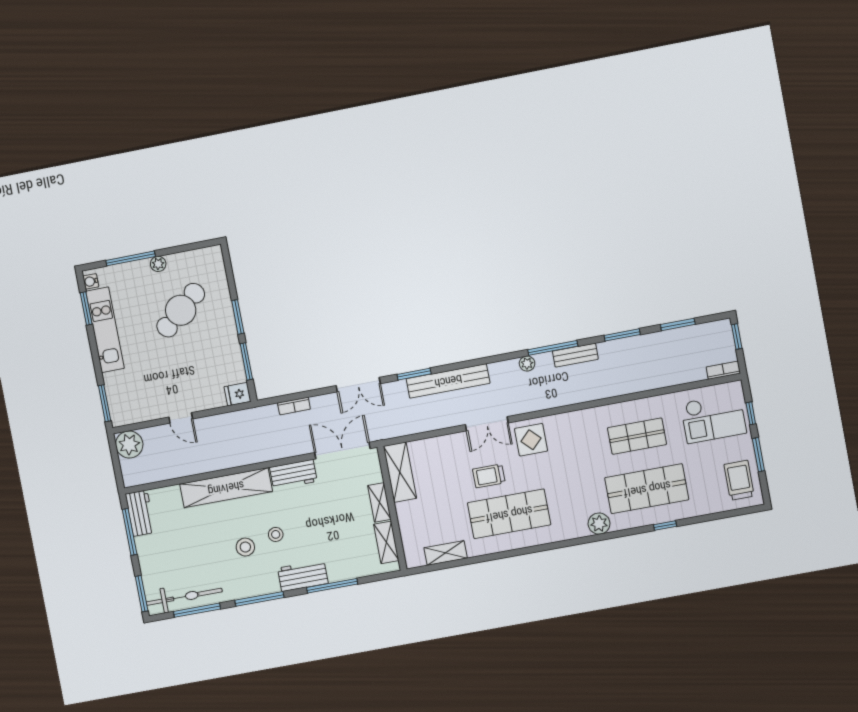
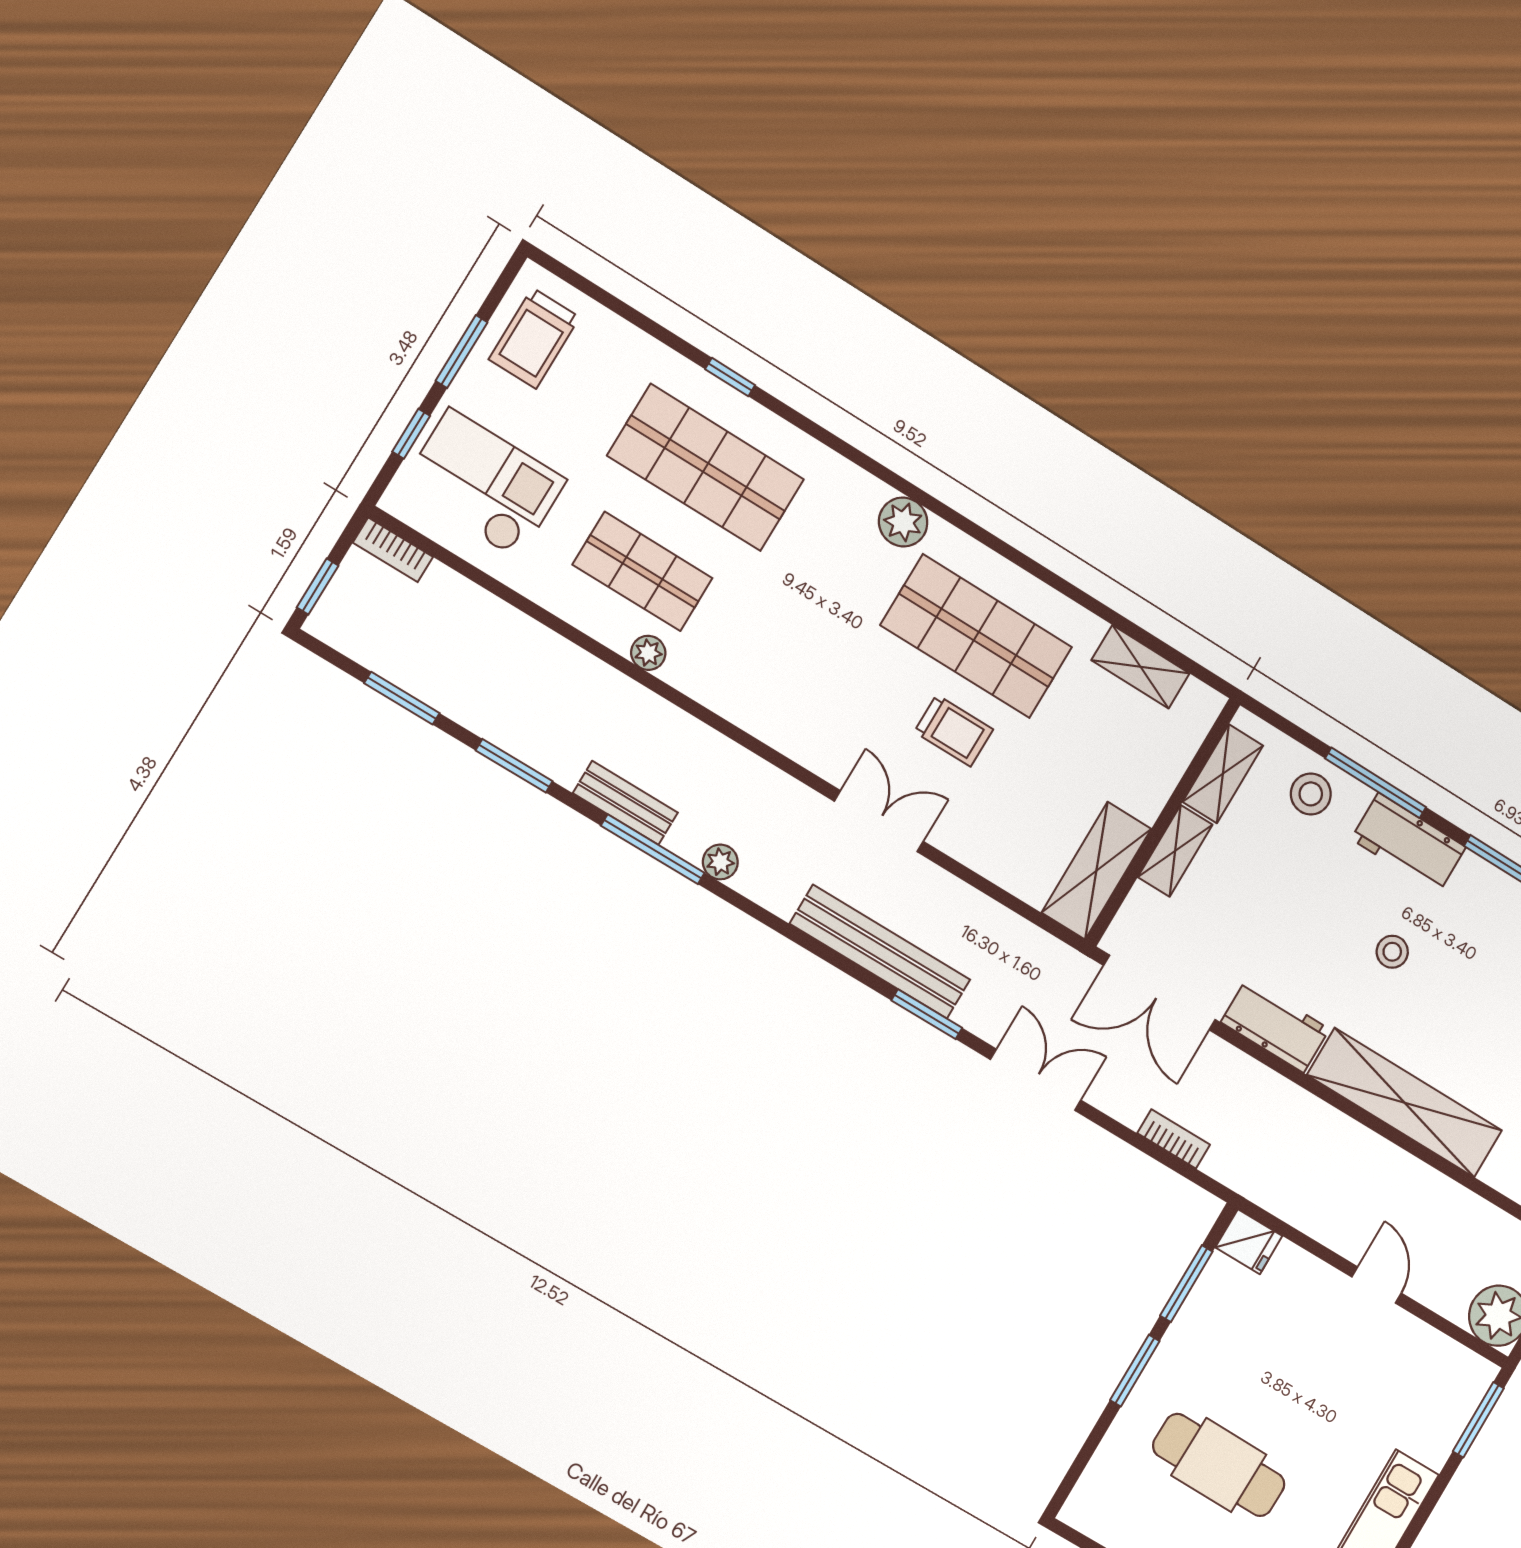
cafe table: (181, 310) -> (1219, 1465), turned 41
plant: (611, 411) -> (648, 653), added
display table: (531, 440) -> (828, 727), removed
plant: (599, 524) -> (903, 522), moved
stool: (245, 547) -> (1311, 794), moved

